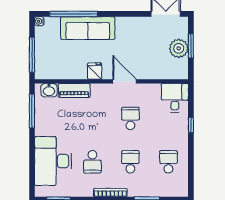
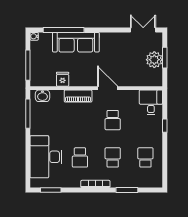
fridge: (95, 71) -> (63, 79), moved
piano: (74, 90) -> (78, 96), moved
school desk: (130, 118) -> (113, 120), turned 180

